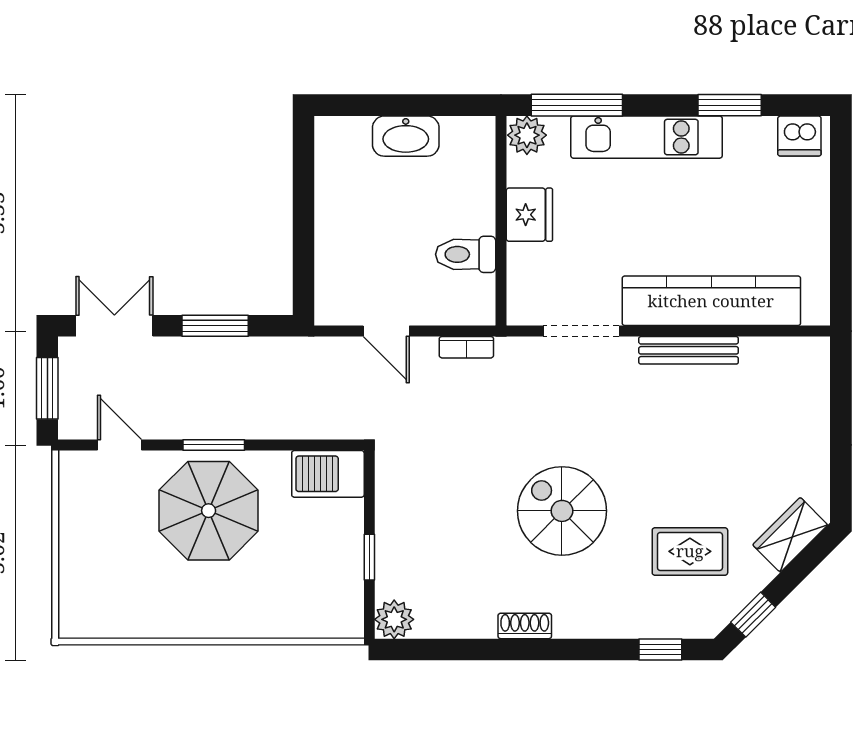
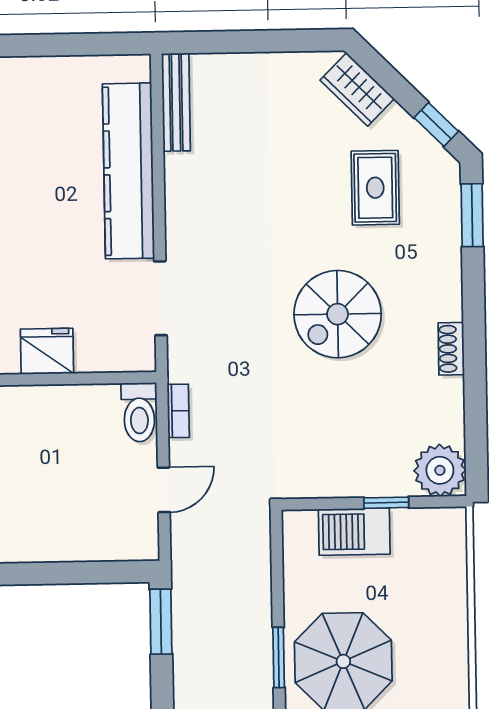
toilet: (466, 254) -> (139, 412), moved
window: (215, 326) -> (161, 622), moved
bench: (689, 350) -> (176, 102), moved
barbecue: (328, 474) -> (354, 532), moved, turned 90
plant: (394, 619) -> (440, 470), width x1.36, depth x1.36
window: (660, 650) -> (472, 215), width x1.50

